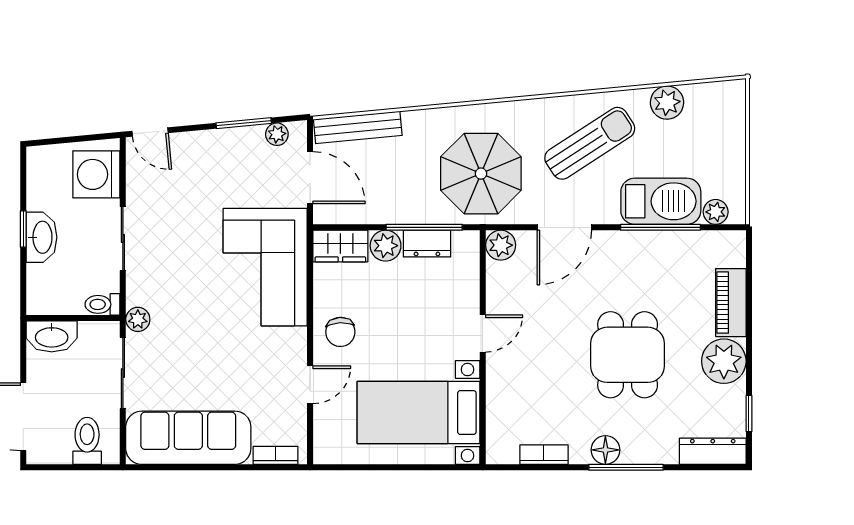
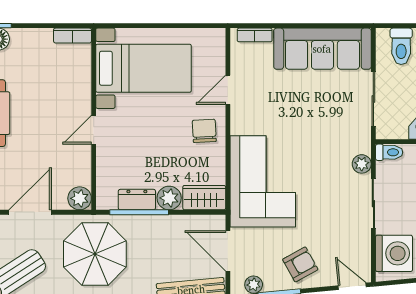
armchair: (217, 160) -> (300, 264), added
plant: (138, 319) -> (362, 164), moved
bookcase: (544, 455) -> (72, 36), moved

